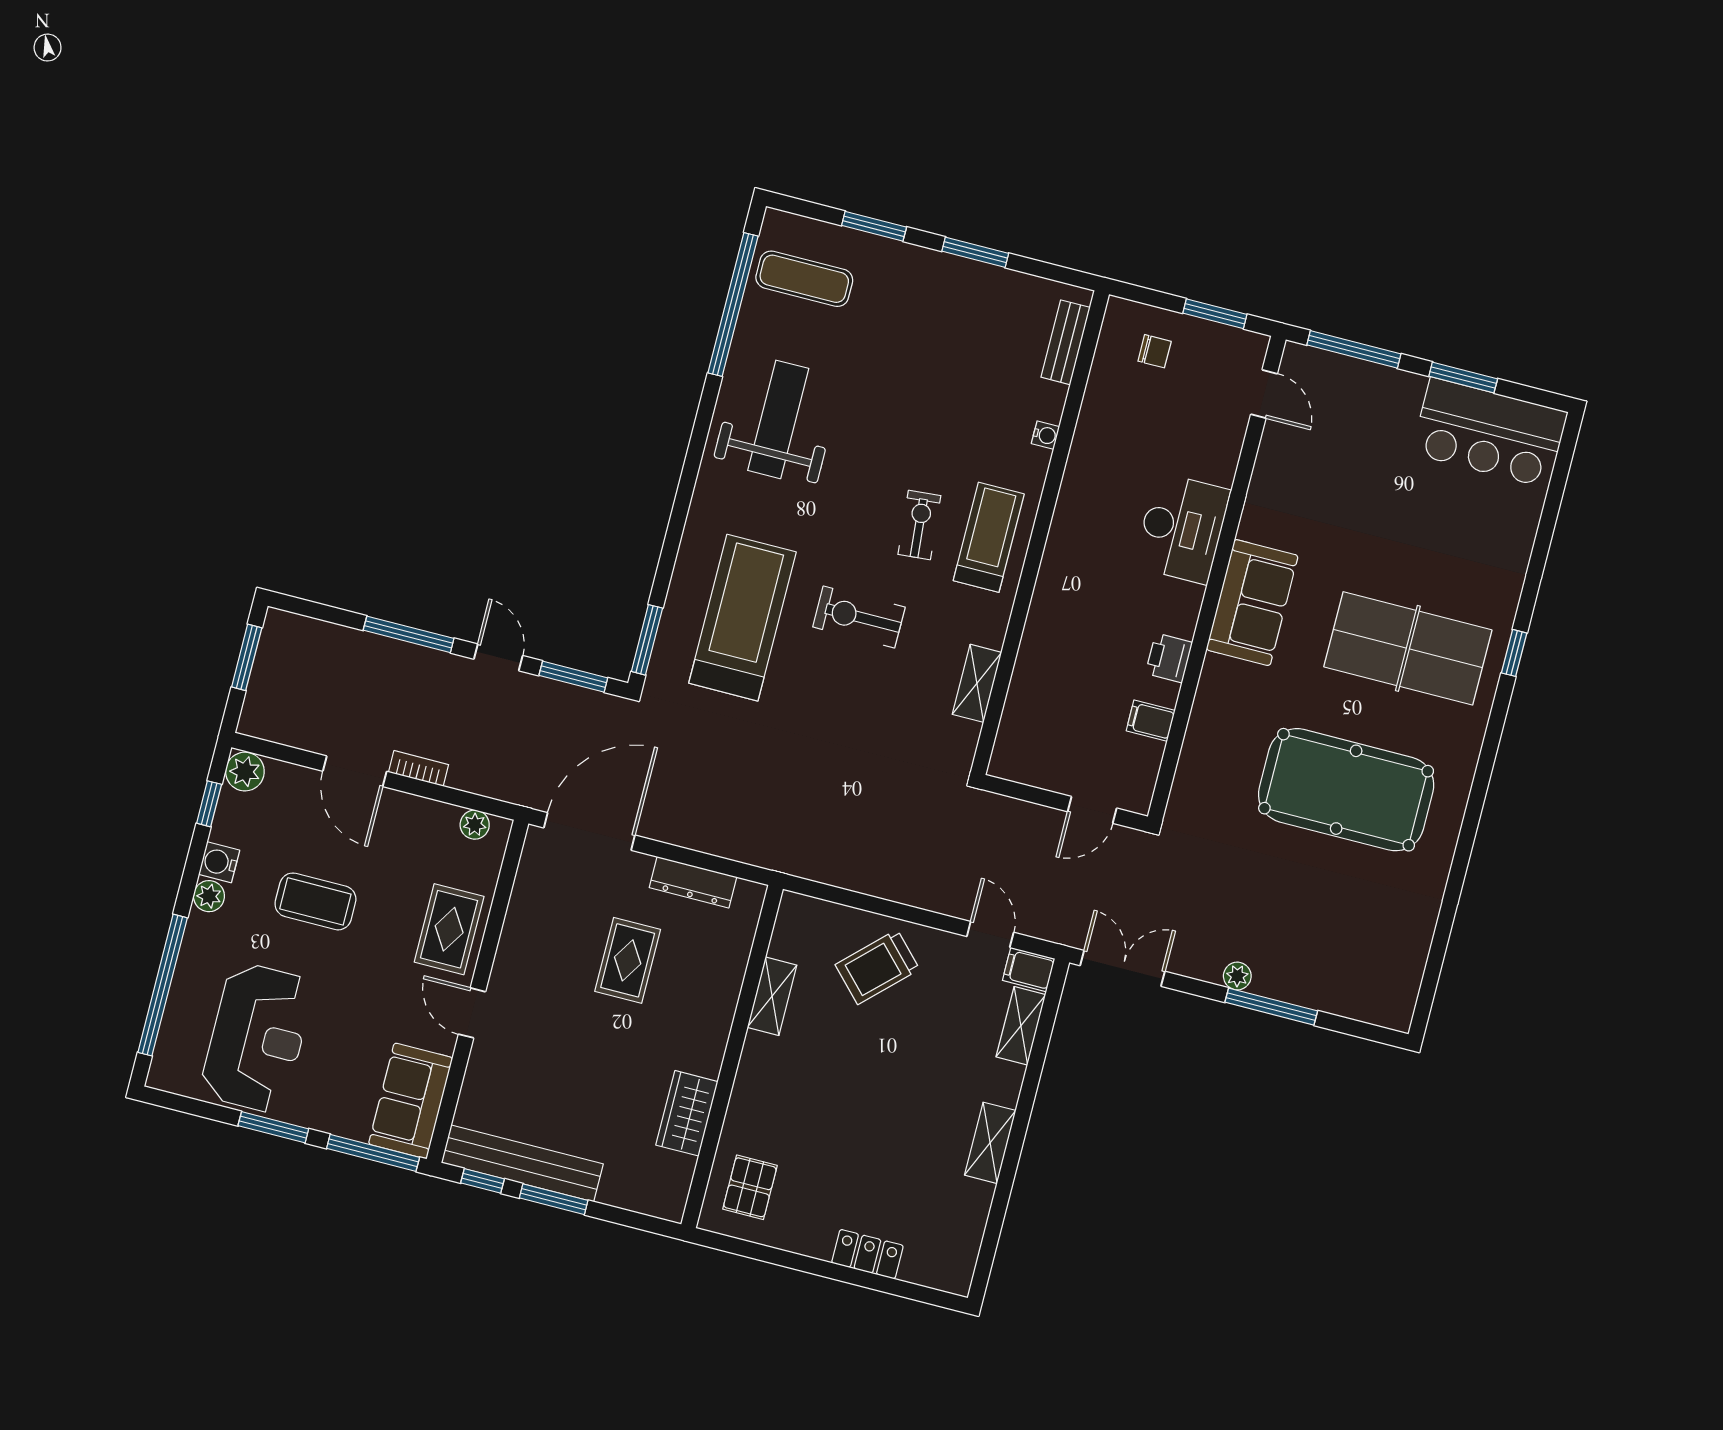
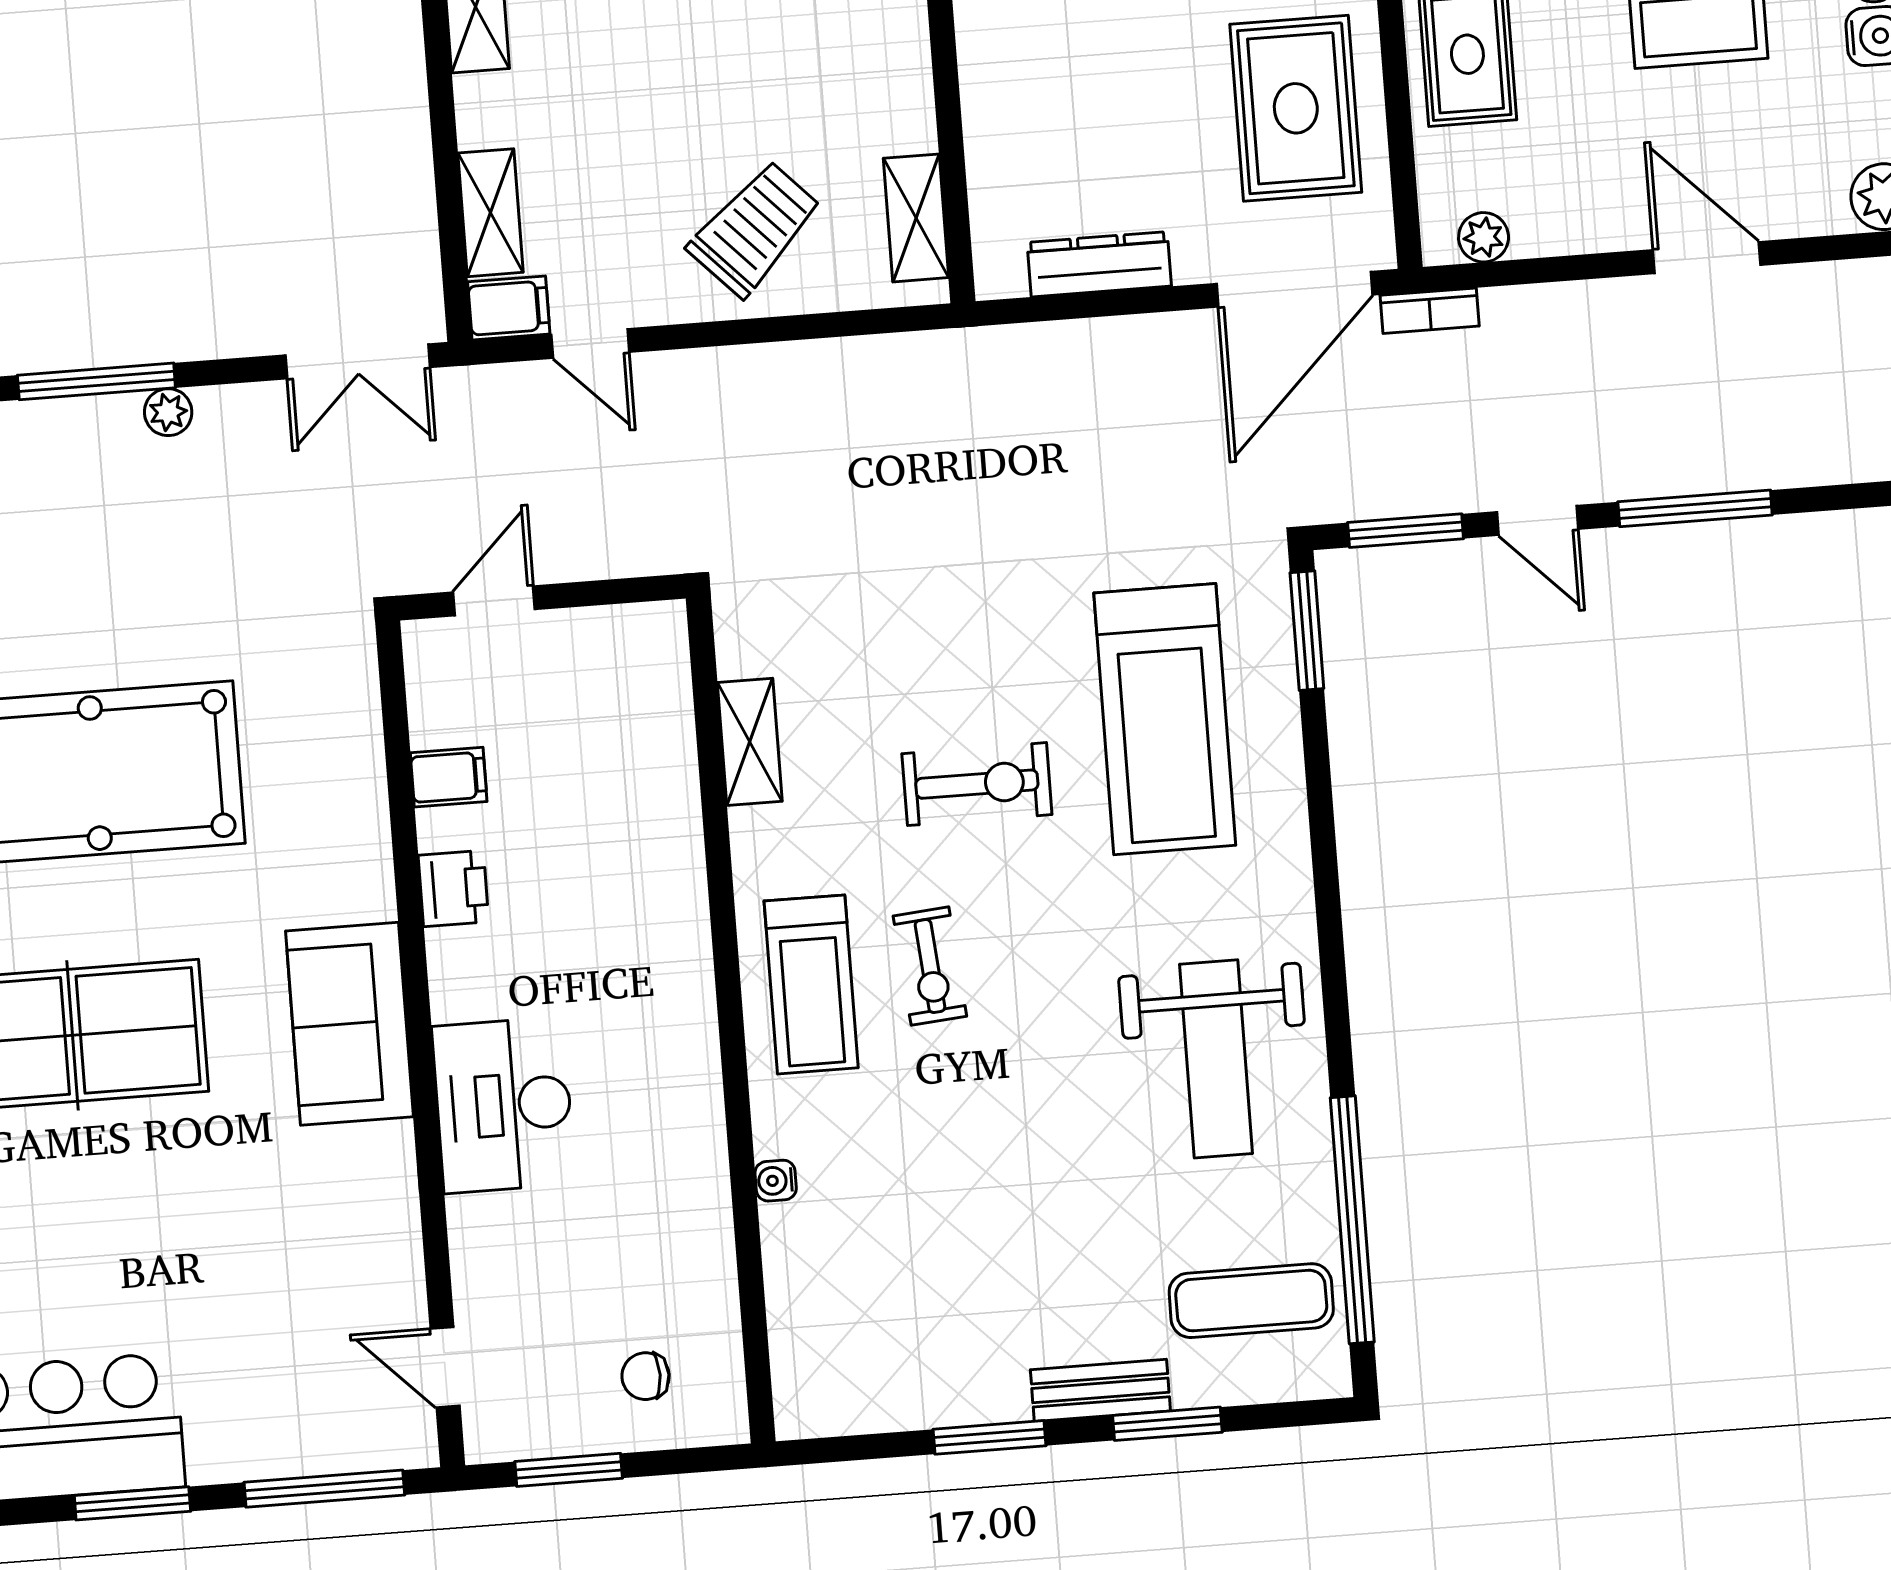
bench: (1066, 342) -> (1100, 1390), moved, turned 90
bookcase: (419, 768) -> (1430, 311), moved
rug: (628, 960) -> (1296, 108), moved, width x1.36, depth x1.43
shelving: (772, 996) -> (916, 218), moved

